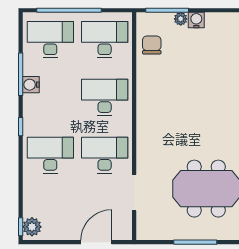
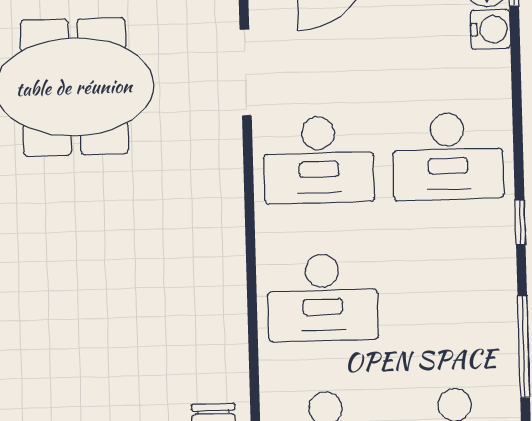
water cooler: (31, 85) -> (490, 29), moved

